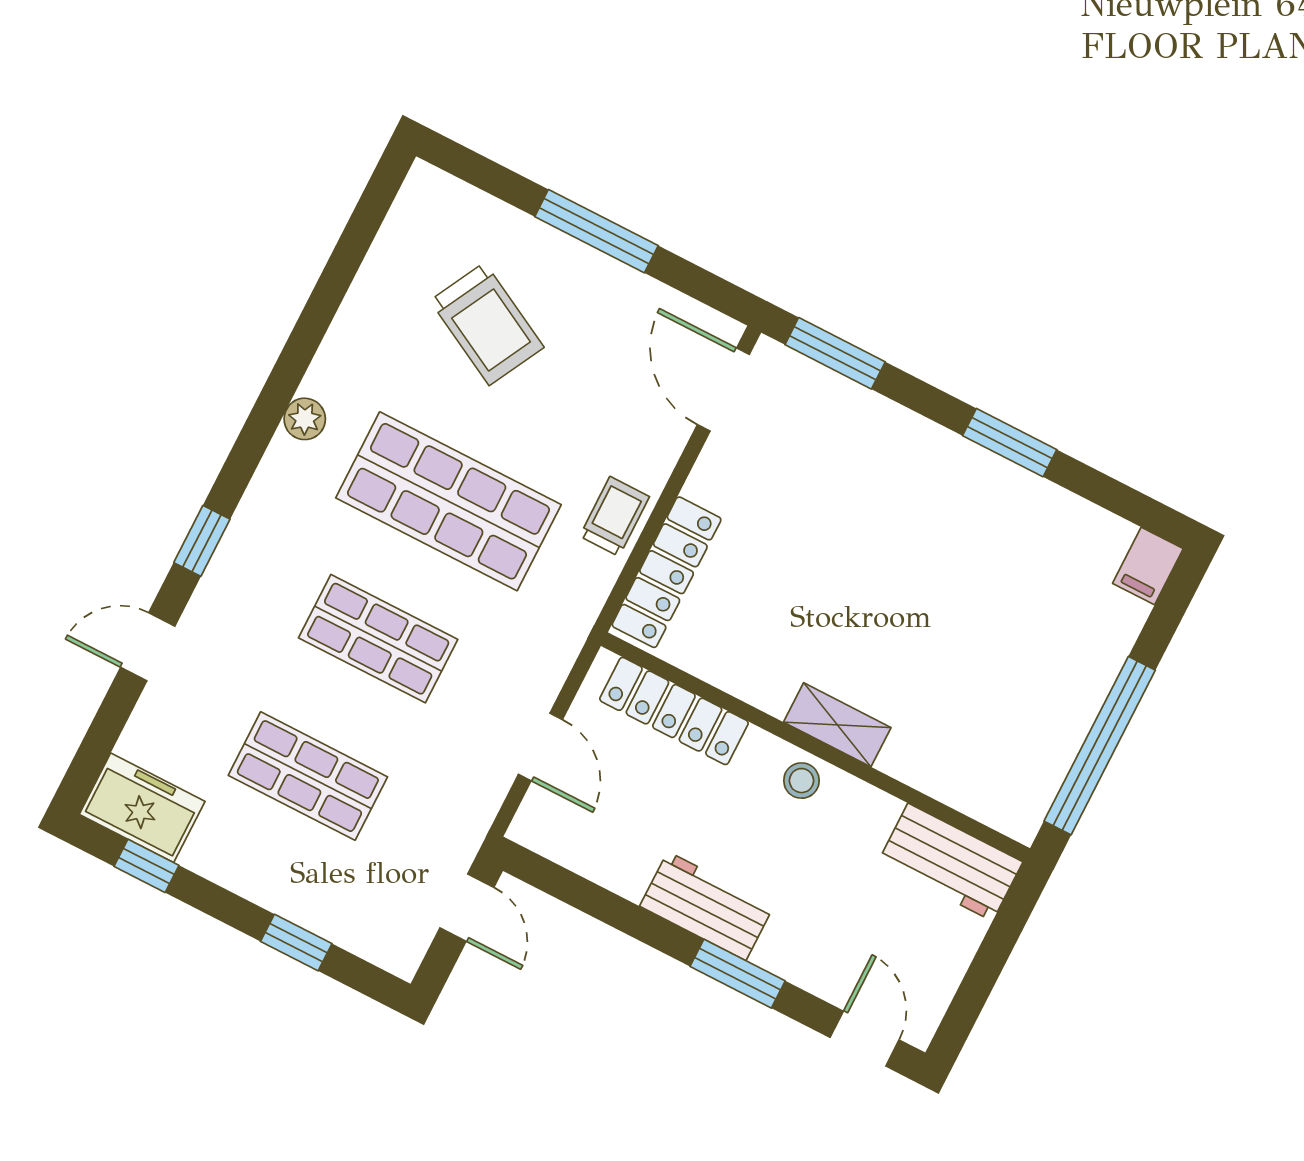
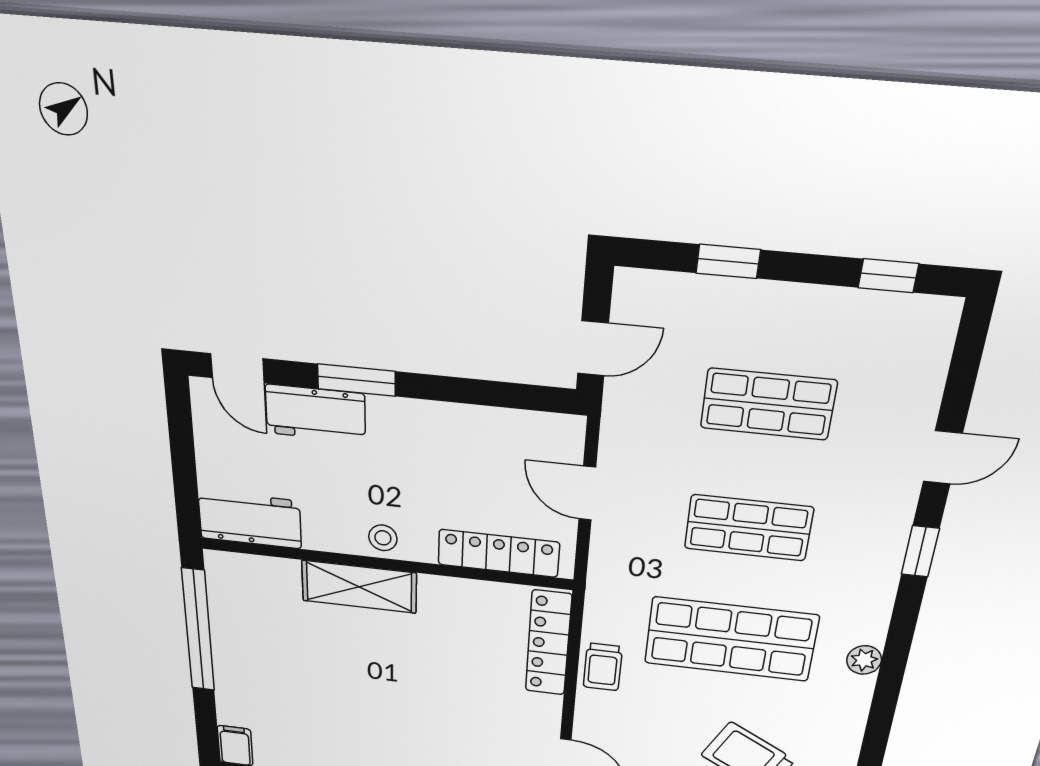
shelving: (837, 725) -> (359, 587), width x1.50, depth x1.33
freezer: (142, 808) -> (908, 325), removed
workbench: (707, 906) -> (315, 413), moved
door: (467, 908) -> (593, 348), swing flipped

